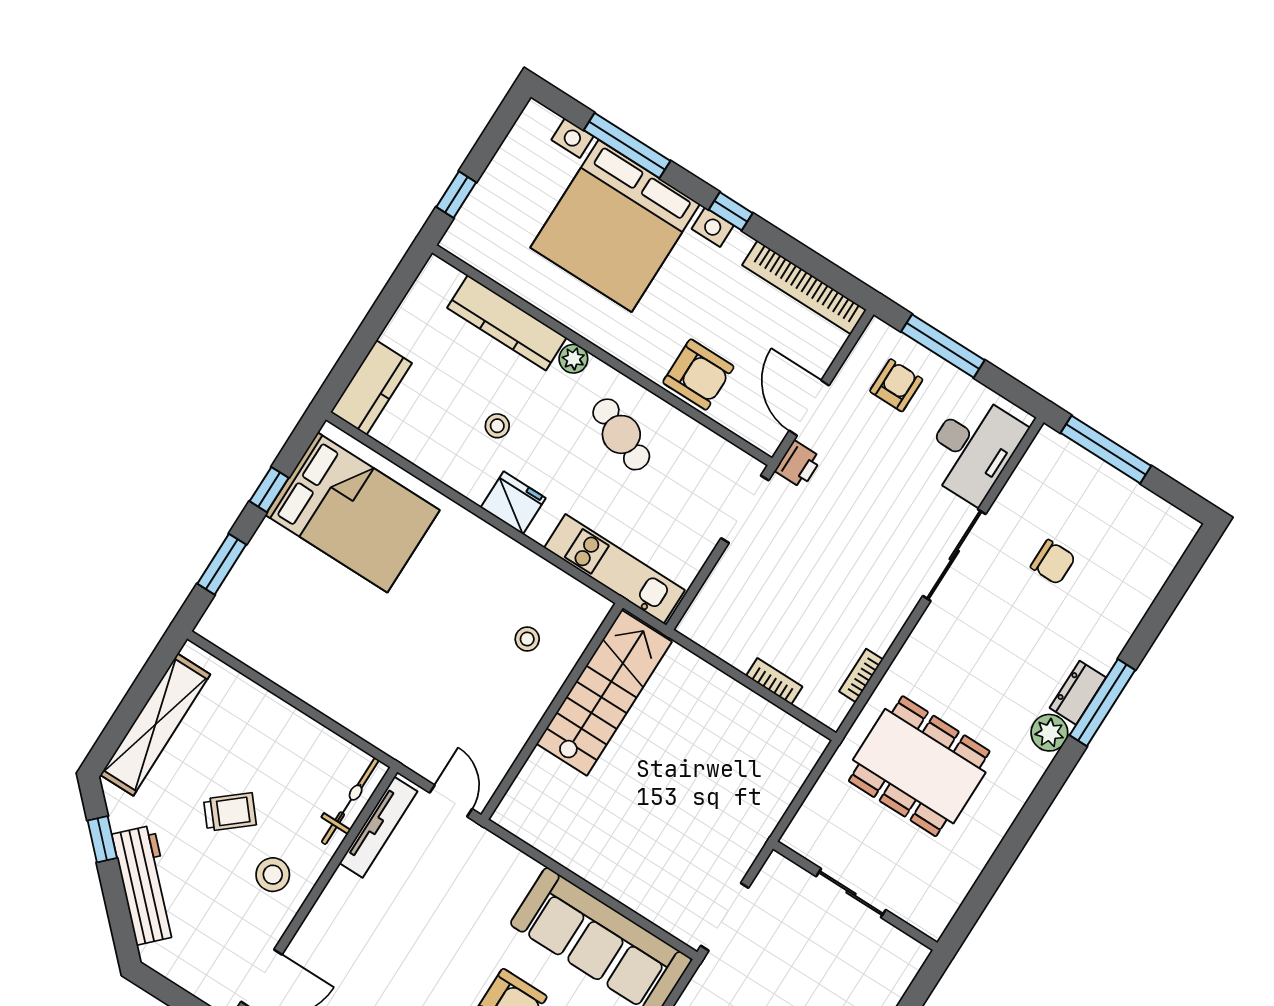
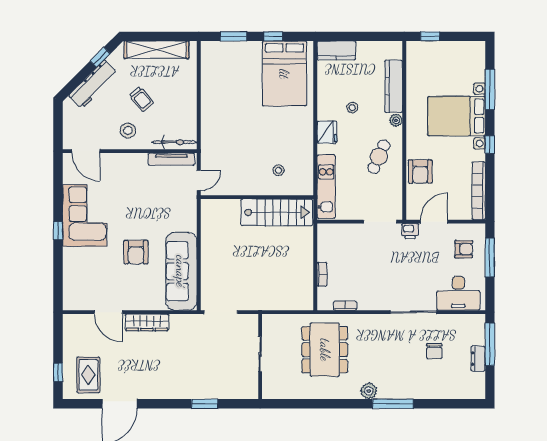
bed with nightstands: (615, 226) -> (457, 116), width x0.73
dresser: (1078, 693) -> (478, 359), moved, turned -90

